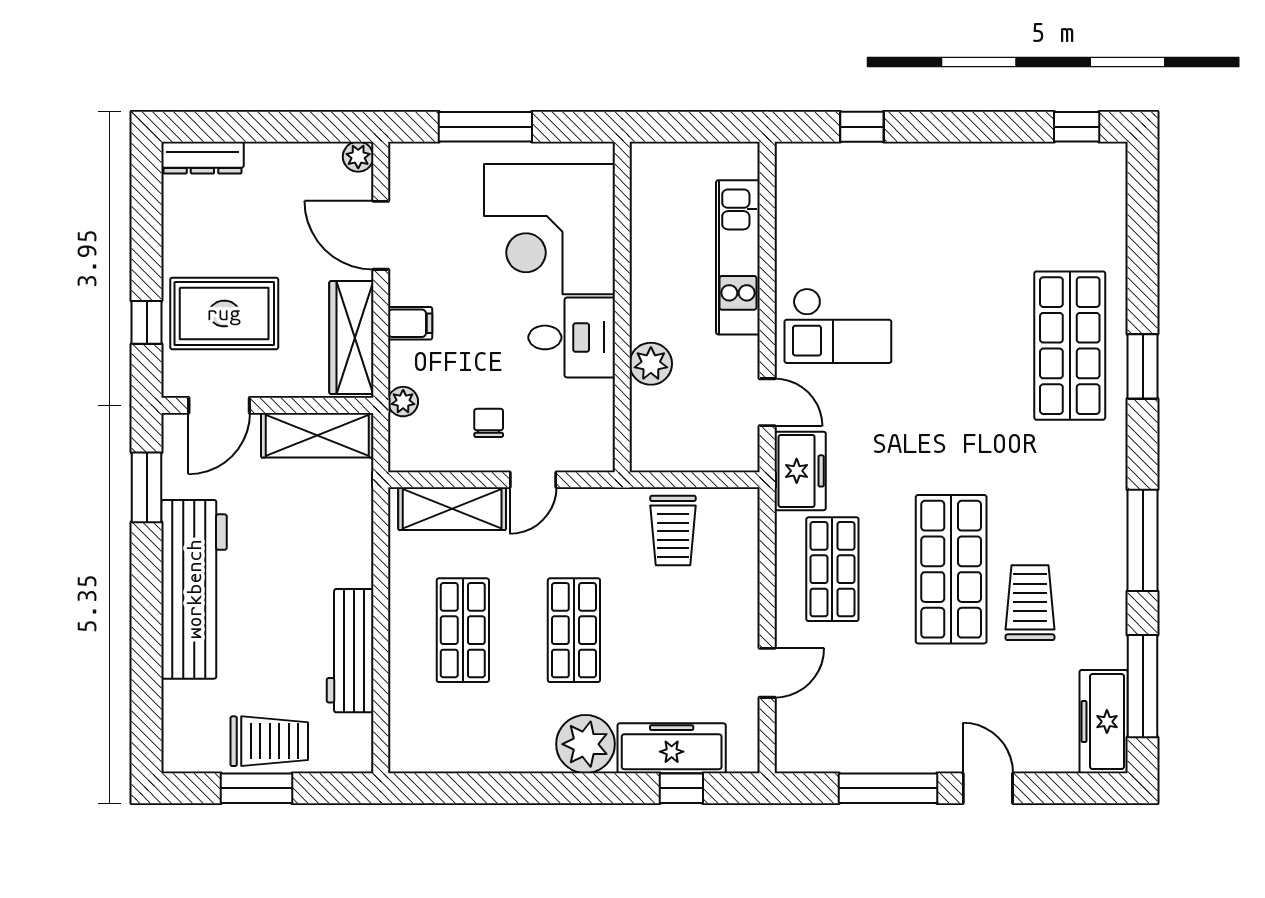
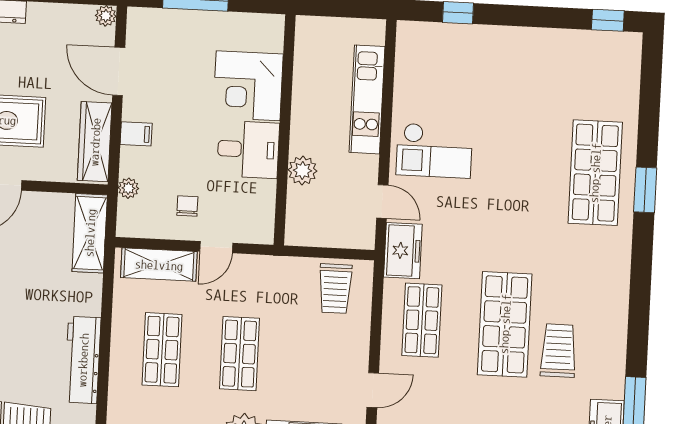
corner desk: (549, 229) -> (248, 86), width x0.74, depth x0.74
shelving: (317, 435) -> (90, 233), moved, turned 90
trolley: (673, 531) -> (335, 289), moved
window: (1143, 540) -> (639, 311), removed

